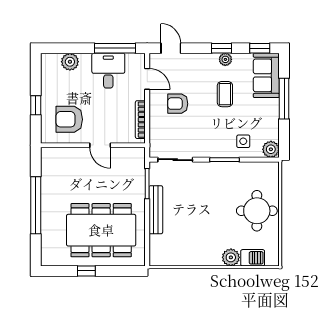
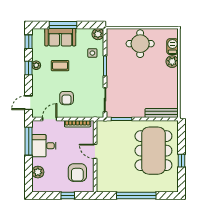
sofa: (266, 75) -> (60, 37), moved
door: (100, 145) -> (95, 151), swing flipped
bench: (156, 210) -> (162, 113), moved

